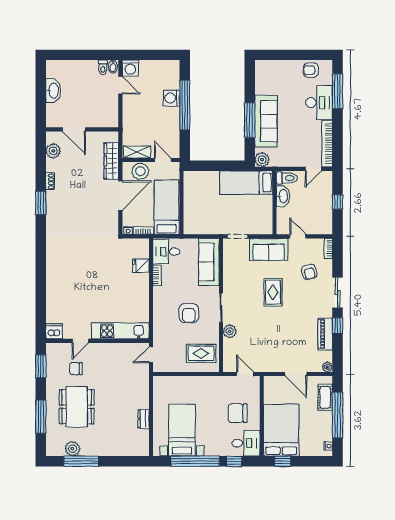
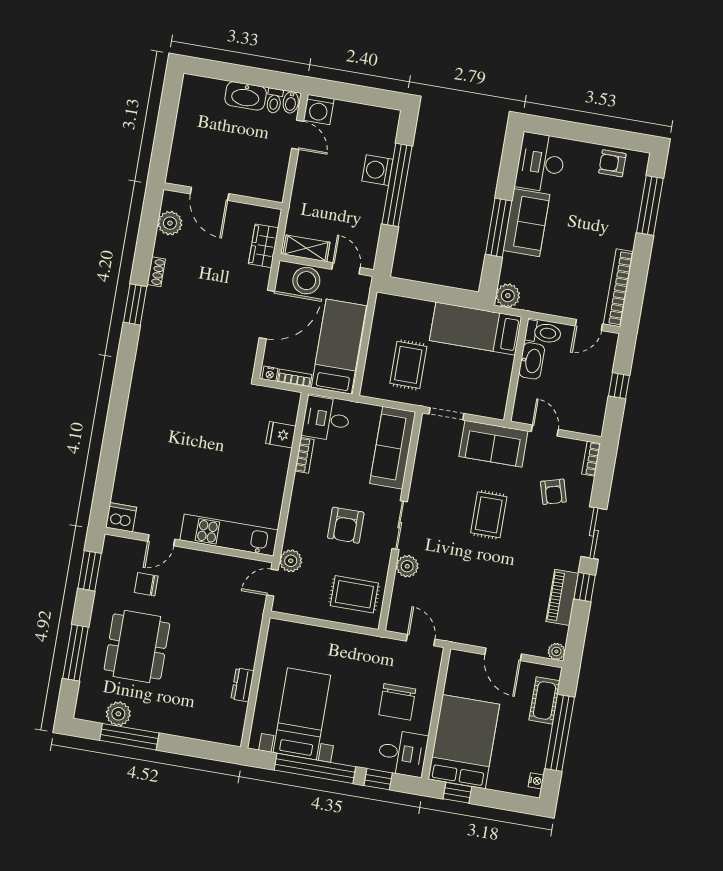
washbasin: (53, 91) -> (246, 96), moved, turned 90
desk: (319, 103) -> (541, 163), moved, turned 180
sofa: (266, 121) -> (527, 223), width x0.73
wardrobe: (111, 161) -> (264, 246), width x0.67
rug: (210, 211) -> (408, 365), added
plant: (160, 340) -> (291, 561), added
chair: (238, 413) -> (397, 702), turned -90

